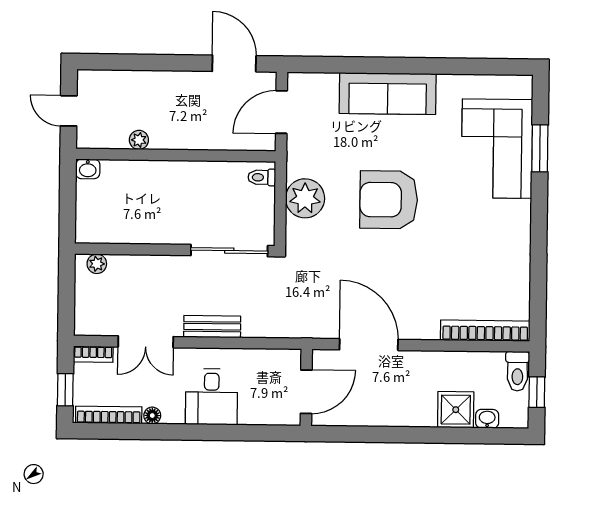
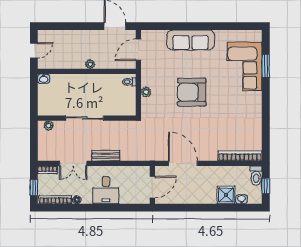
door: (69, 111) -> (34, 50), swing flipped
plant: (139, 140) -> (90, 64), moved
plant: (305, 198) -> (146, 92), width x0.53, depth x0.53
sliding door: (229, 251) -> (85, 118), moved

